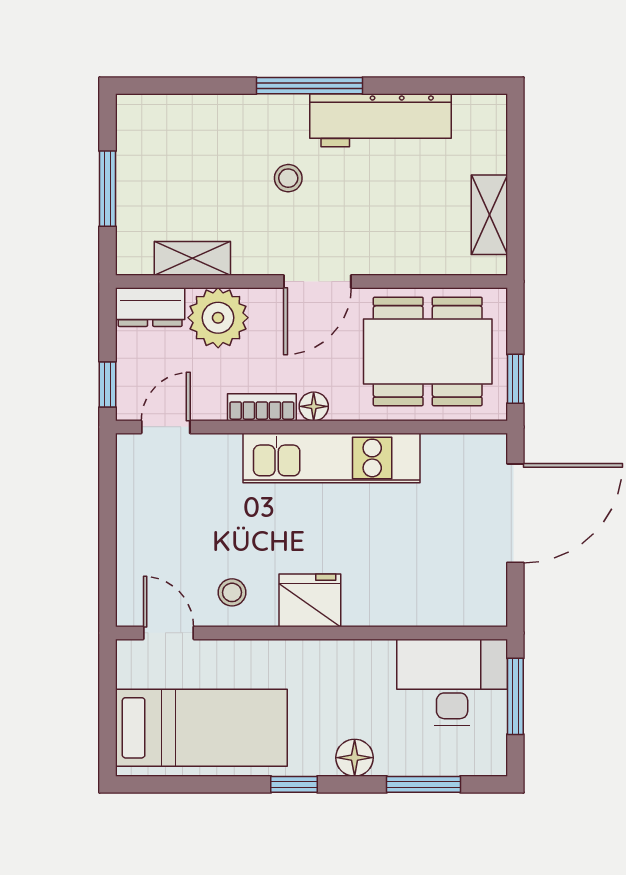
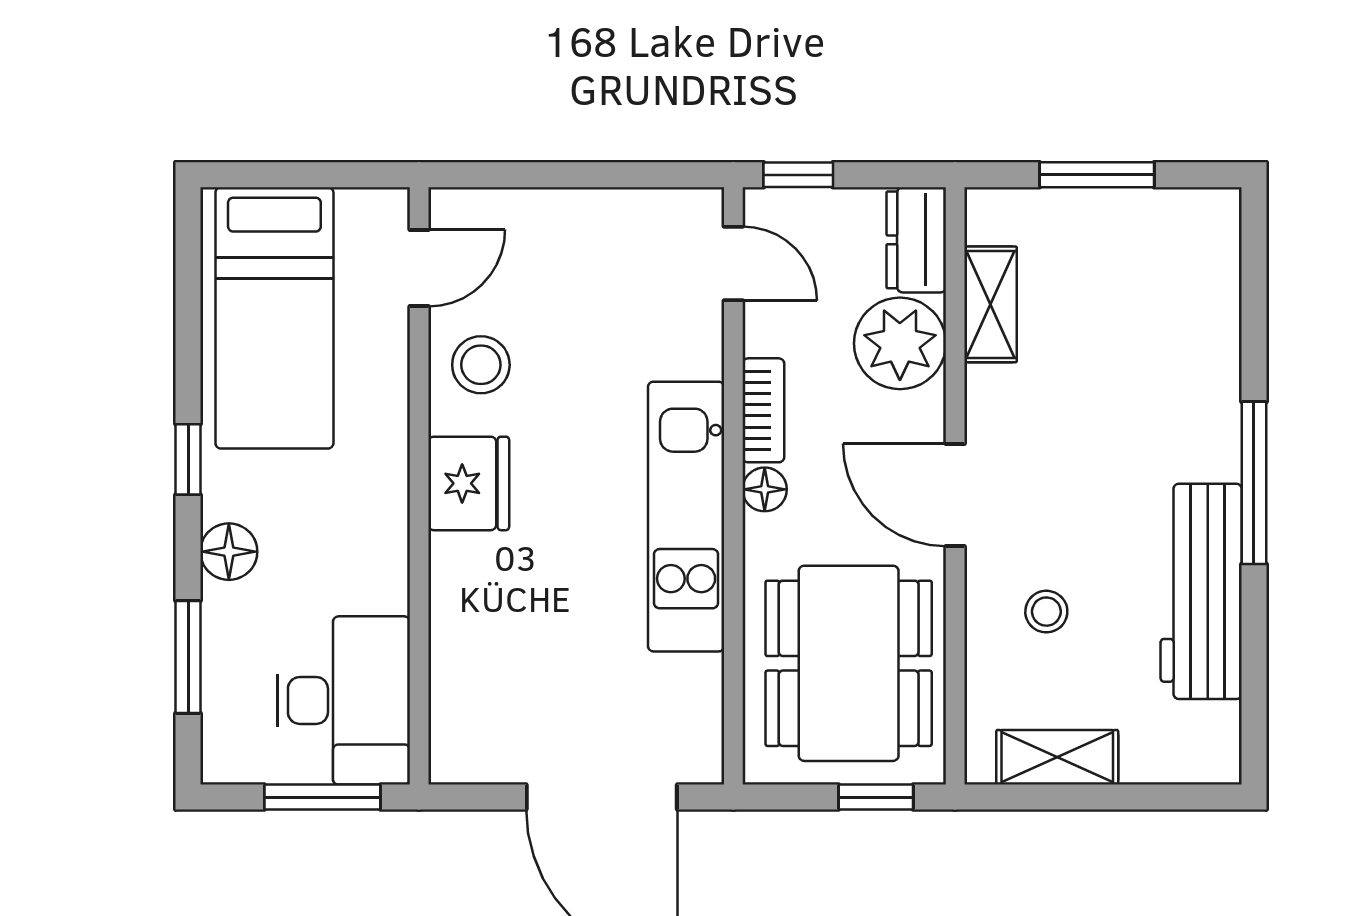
stool: (288, 178) -> (1046, 612), moved
window: (515, 379) -> (876, 797), moved
stool: (232, 592) -> (481, 365), width x1.37, depth x1.37

